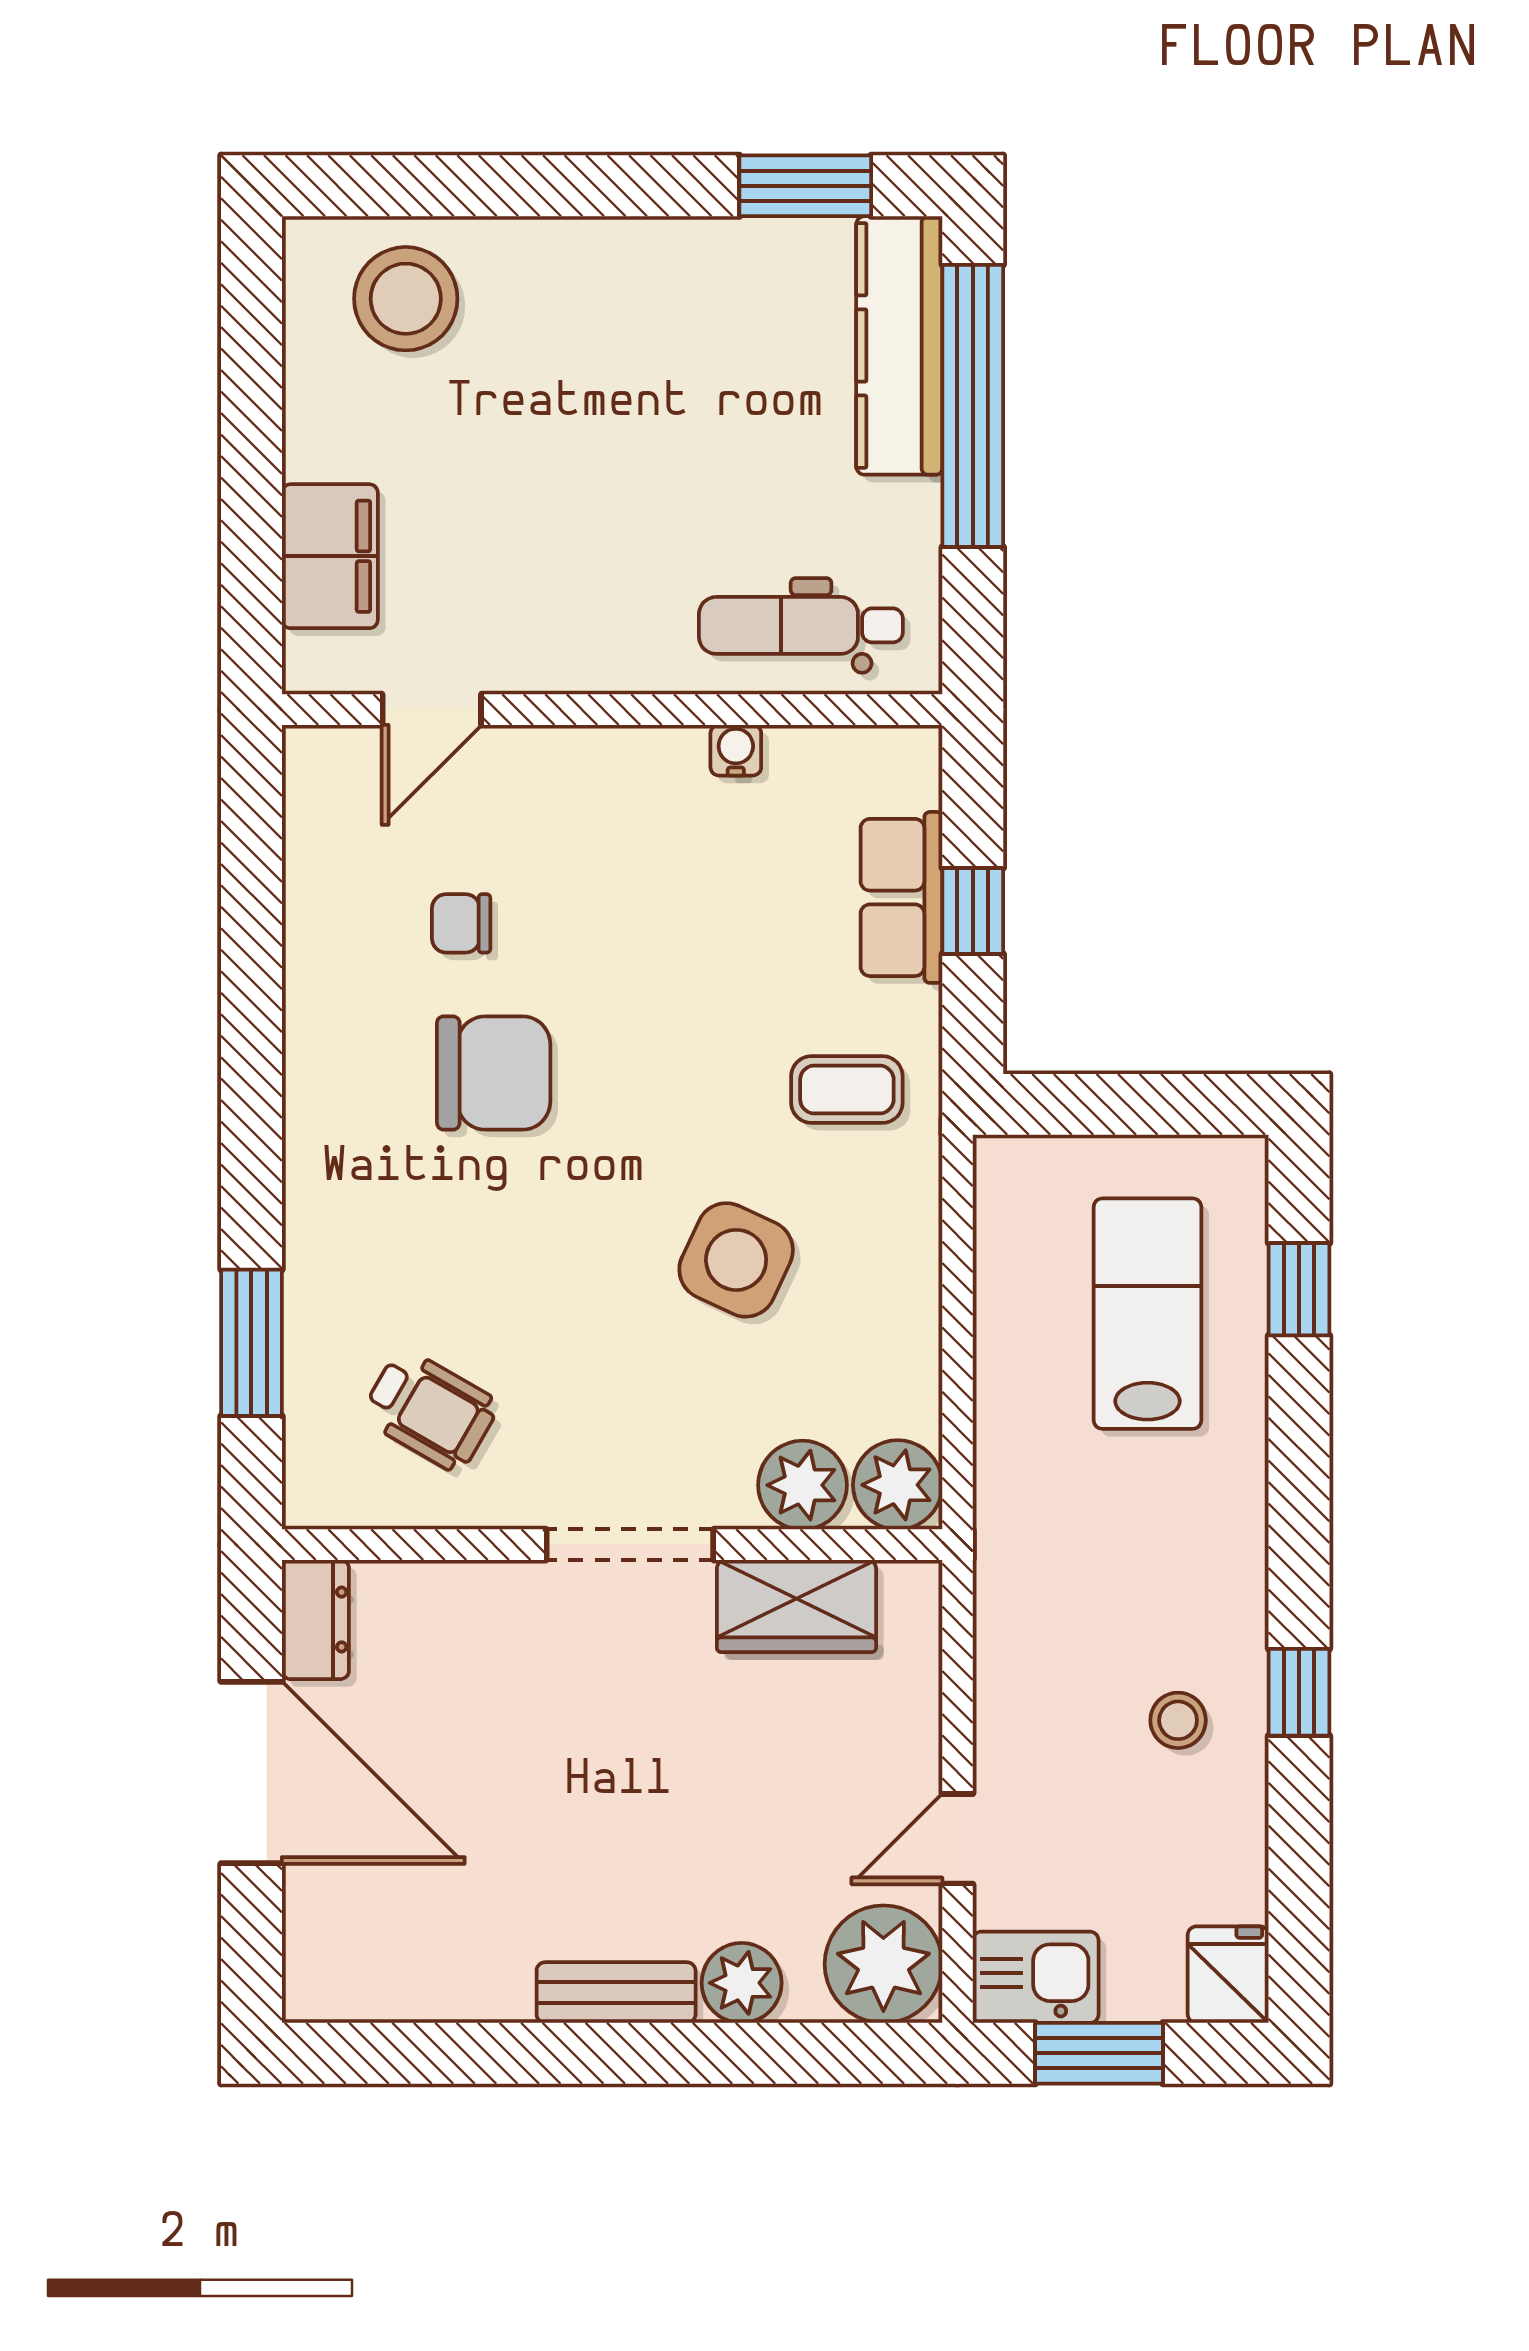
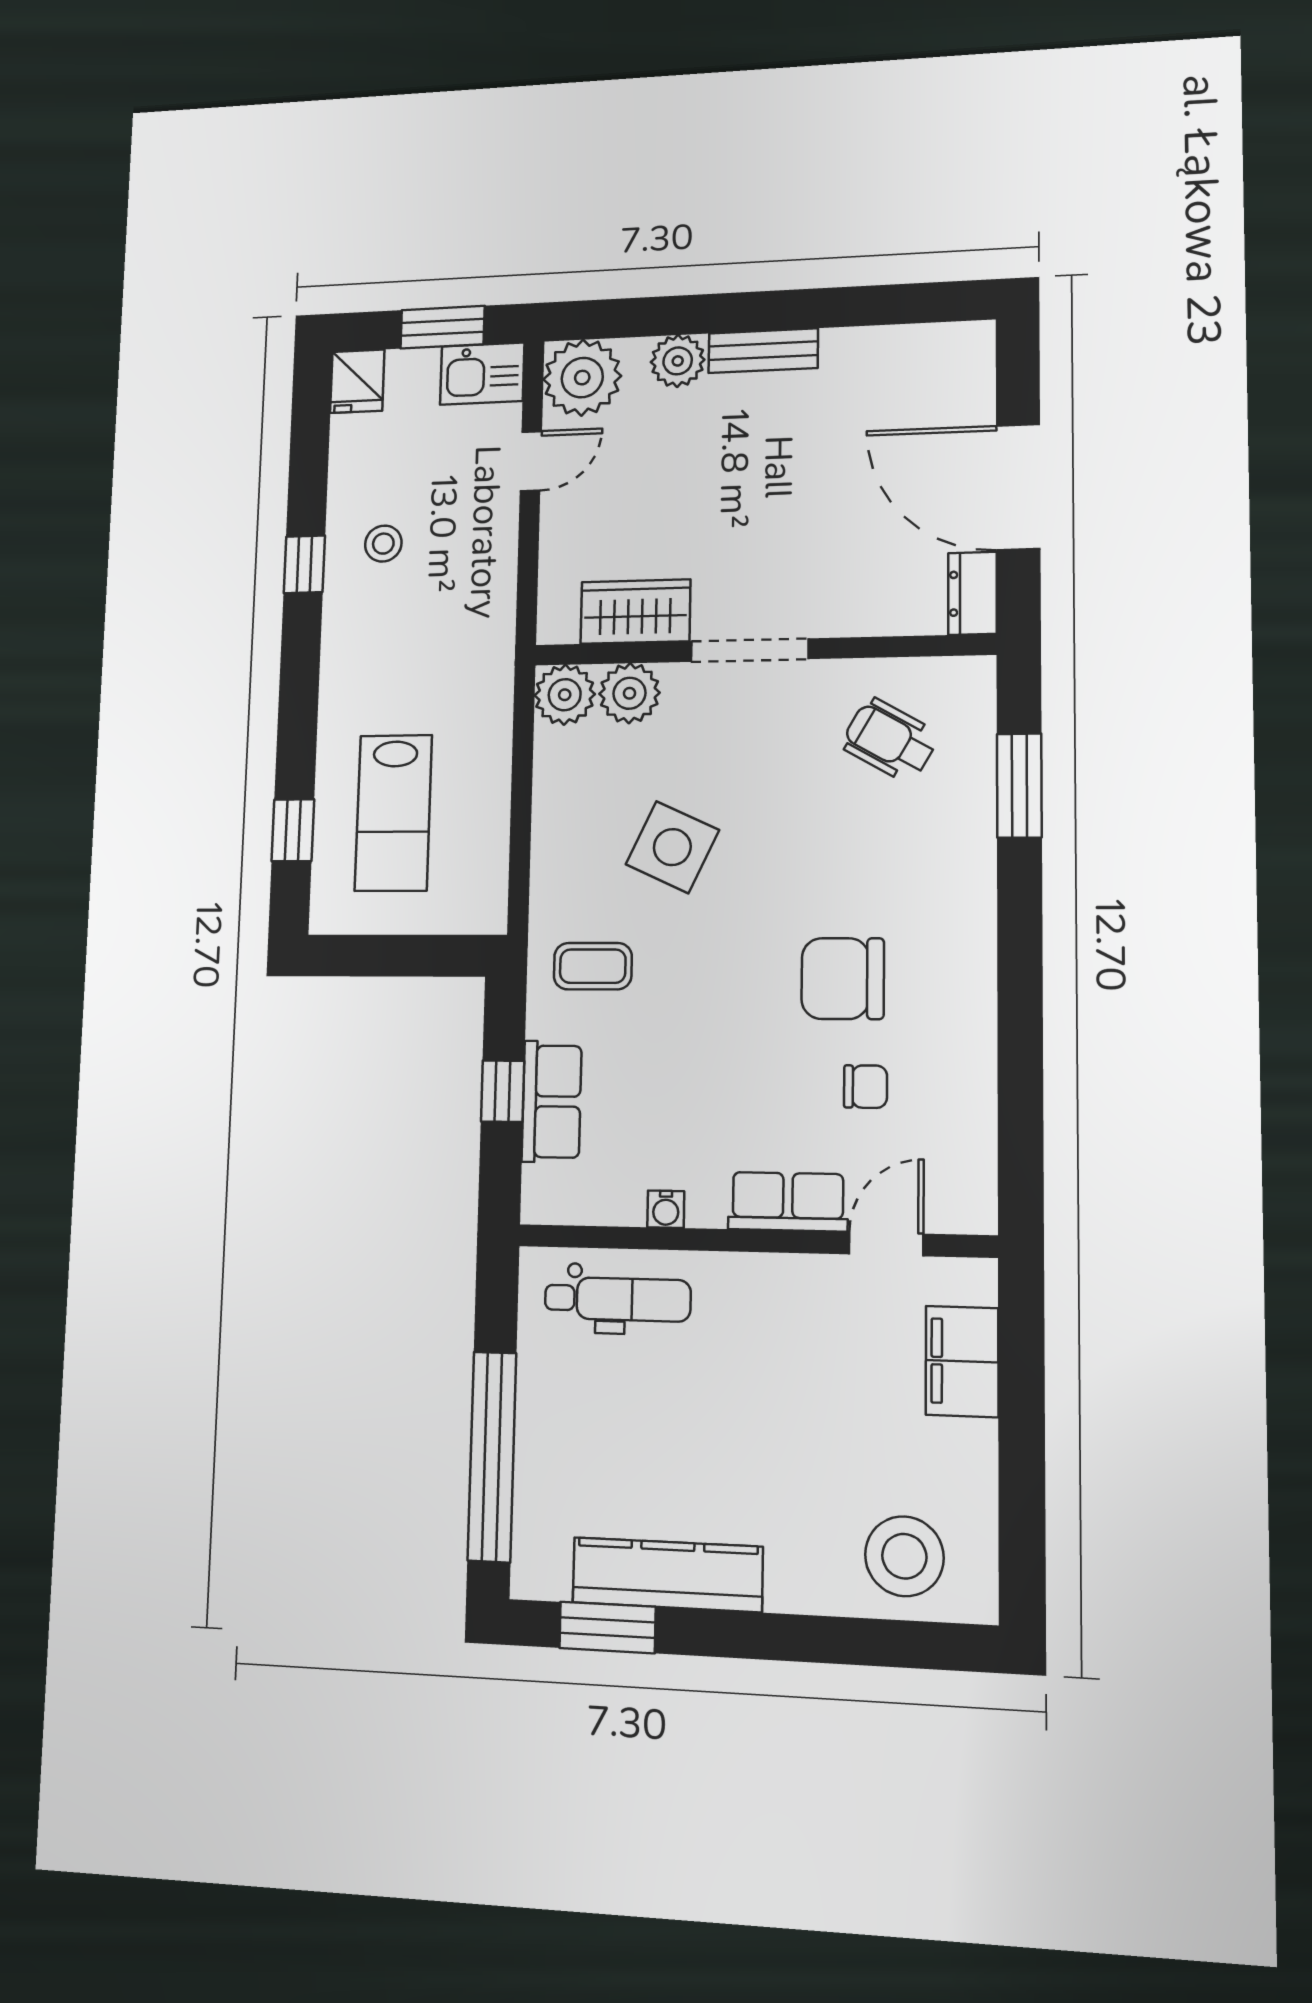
kitchen counter: (899, 345) -> (667, 1575), moved, turned -90
row of seats: (566, 764) -> (788, 1202), added

